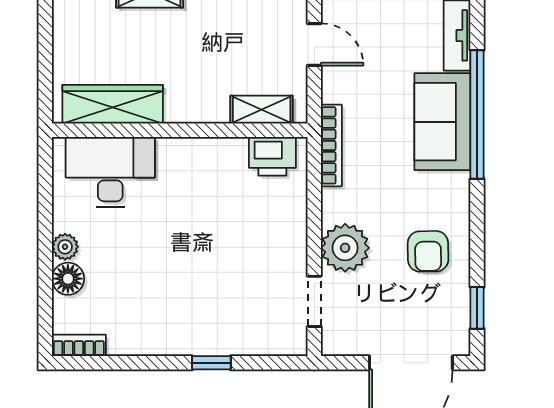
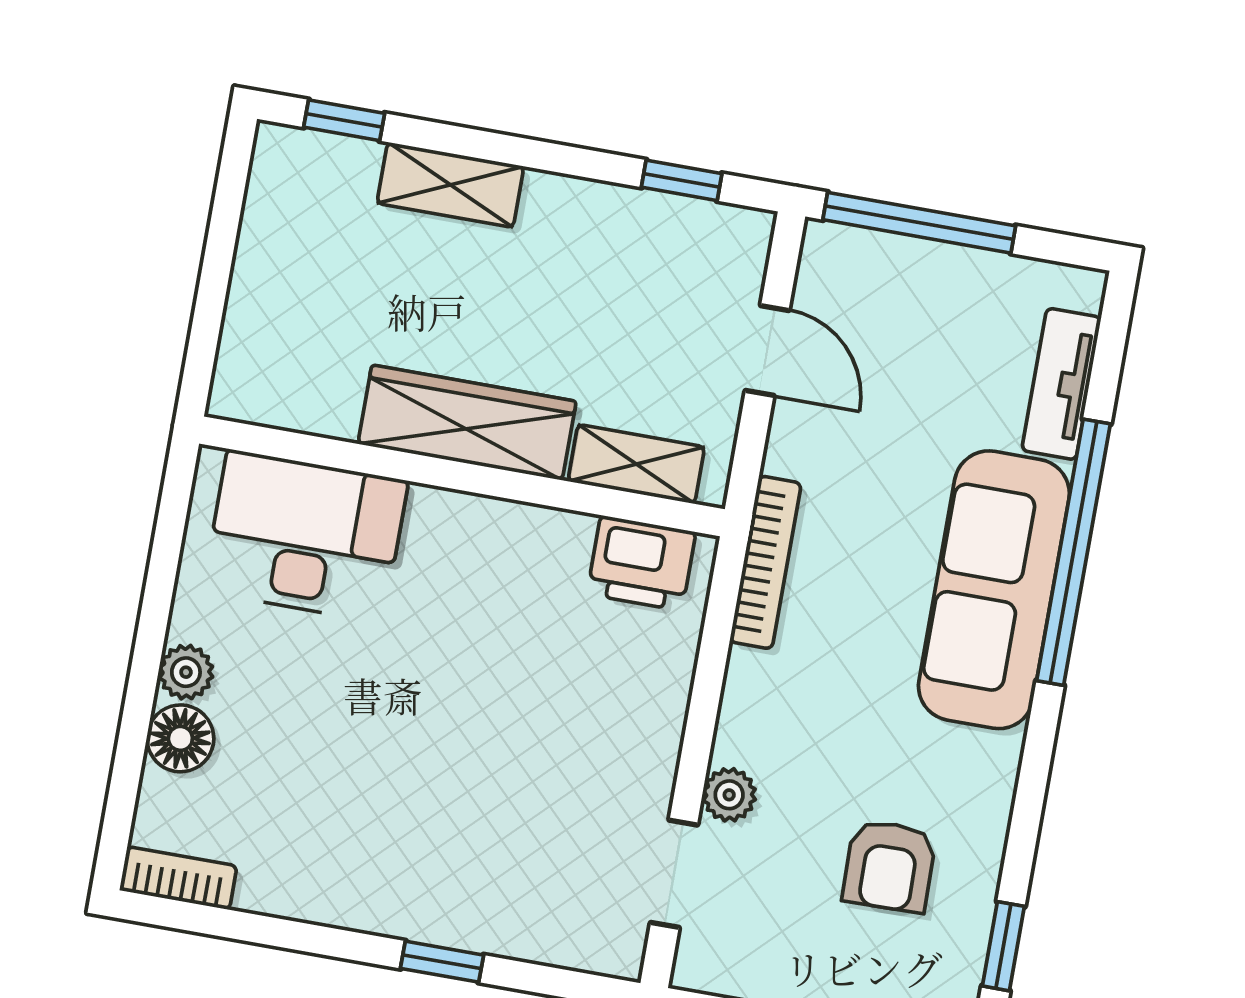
wardrobe: (113, 104) -> (467, 423), moved
sofa: (442, 122) -> (994, 590), width x1.36
plant: (345, 248) -> (729, 795), width x0.53, depth x0.53
armchair: (428, 251) -> (889, 866), moved

